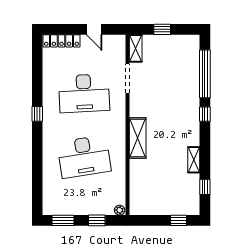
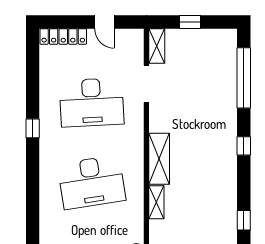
window: (205, 114) -> (244, 146), moved
shelving: (194, 160) -> (156, 202), moved

